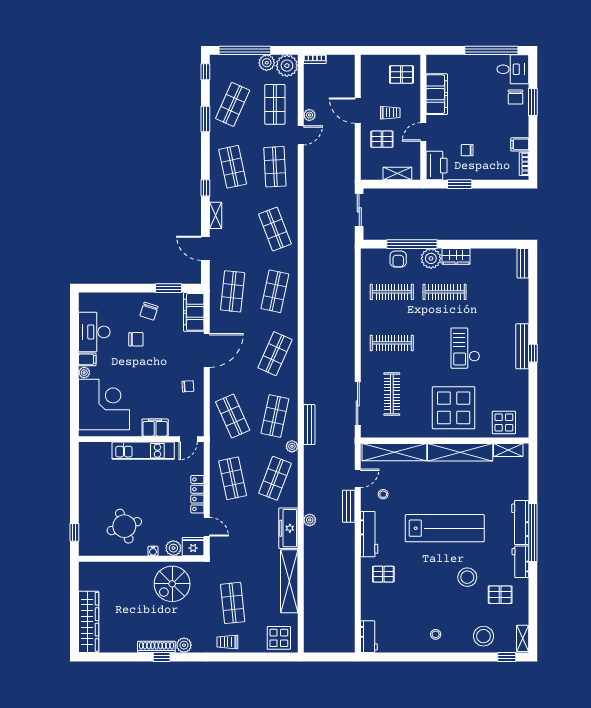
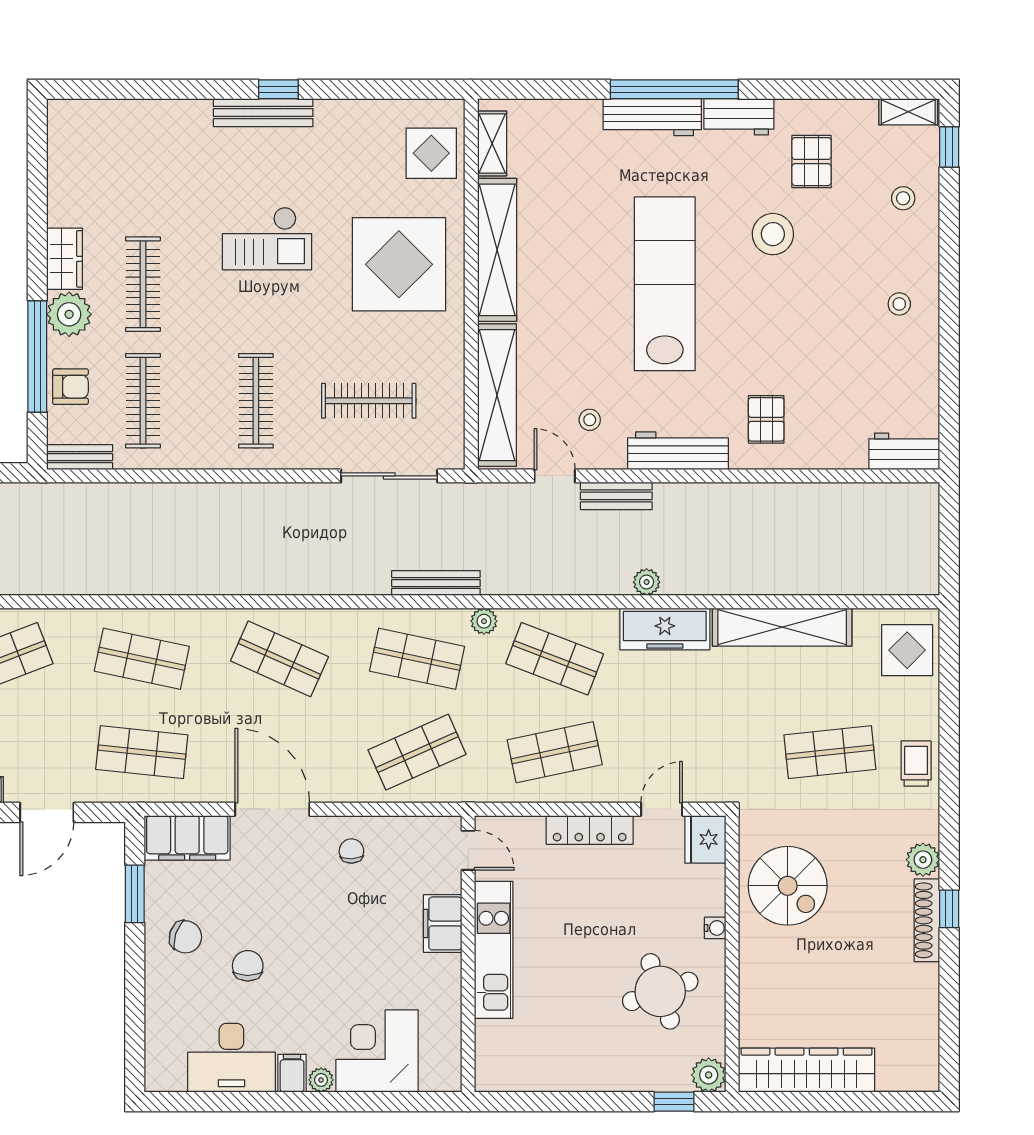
bench: (523, 263) -> (80, 457), moved
corner desk: (104, 405) -> (377, 1051), width x0.74, depth x0.74
plant: (173, 548) -> (709, 1075), moved
wardrobe: (89, 622) -> (807, 1070), moved
stool: (483, 636) -> (903, 198), width x0.53, depth x0.53
trolley: (227, 642) -> (916, 764), turned 180

